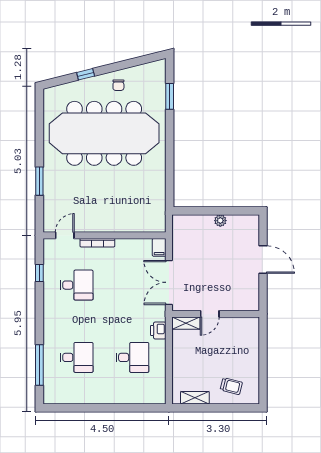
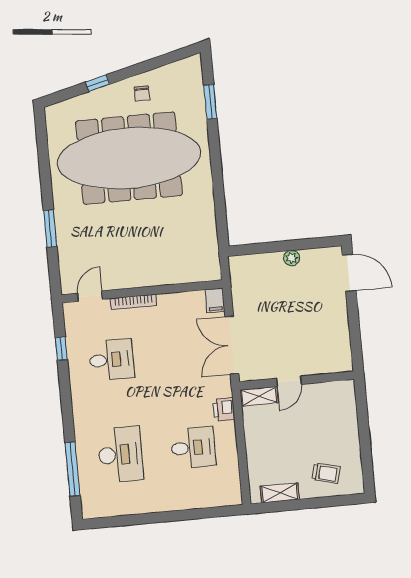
door: (263, 259) -> (349, 273), moved
desk: (77, 357) -> (120, 454), width x1.37

